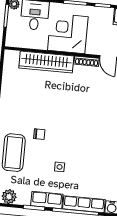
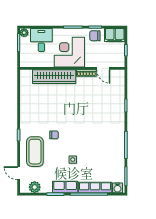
chair: (102, 16) -> (95, 36), added

